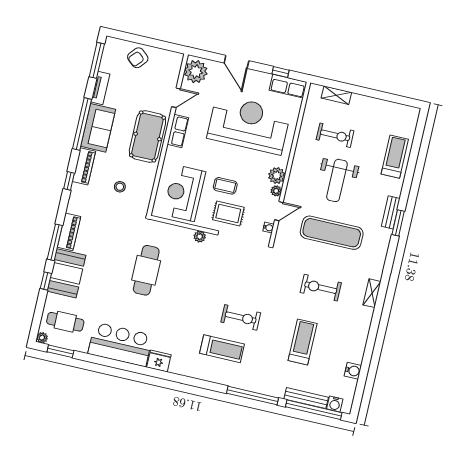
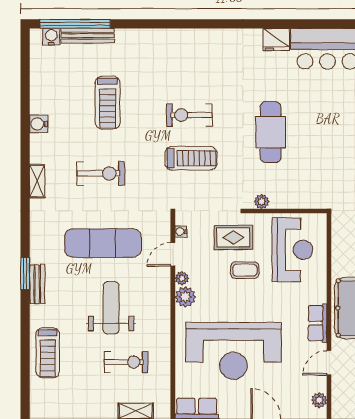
plant: (196, 72) -> (319, 400), width x0.53, depth x0.53
exercise bike: (335, 135) -> (126, 362), turned 180
cafe table: (146, 270) -> (271, 132), moved
treadmill: (222, 349) -> (191, 158), moved, turned 180
water cooler: (353, 371) -> (39, 124), moved
window: (252, 396) -> (153, 24), removed

